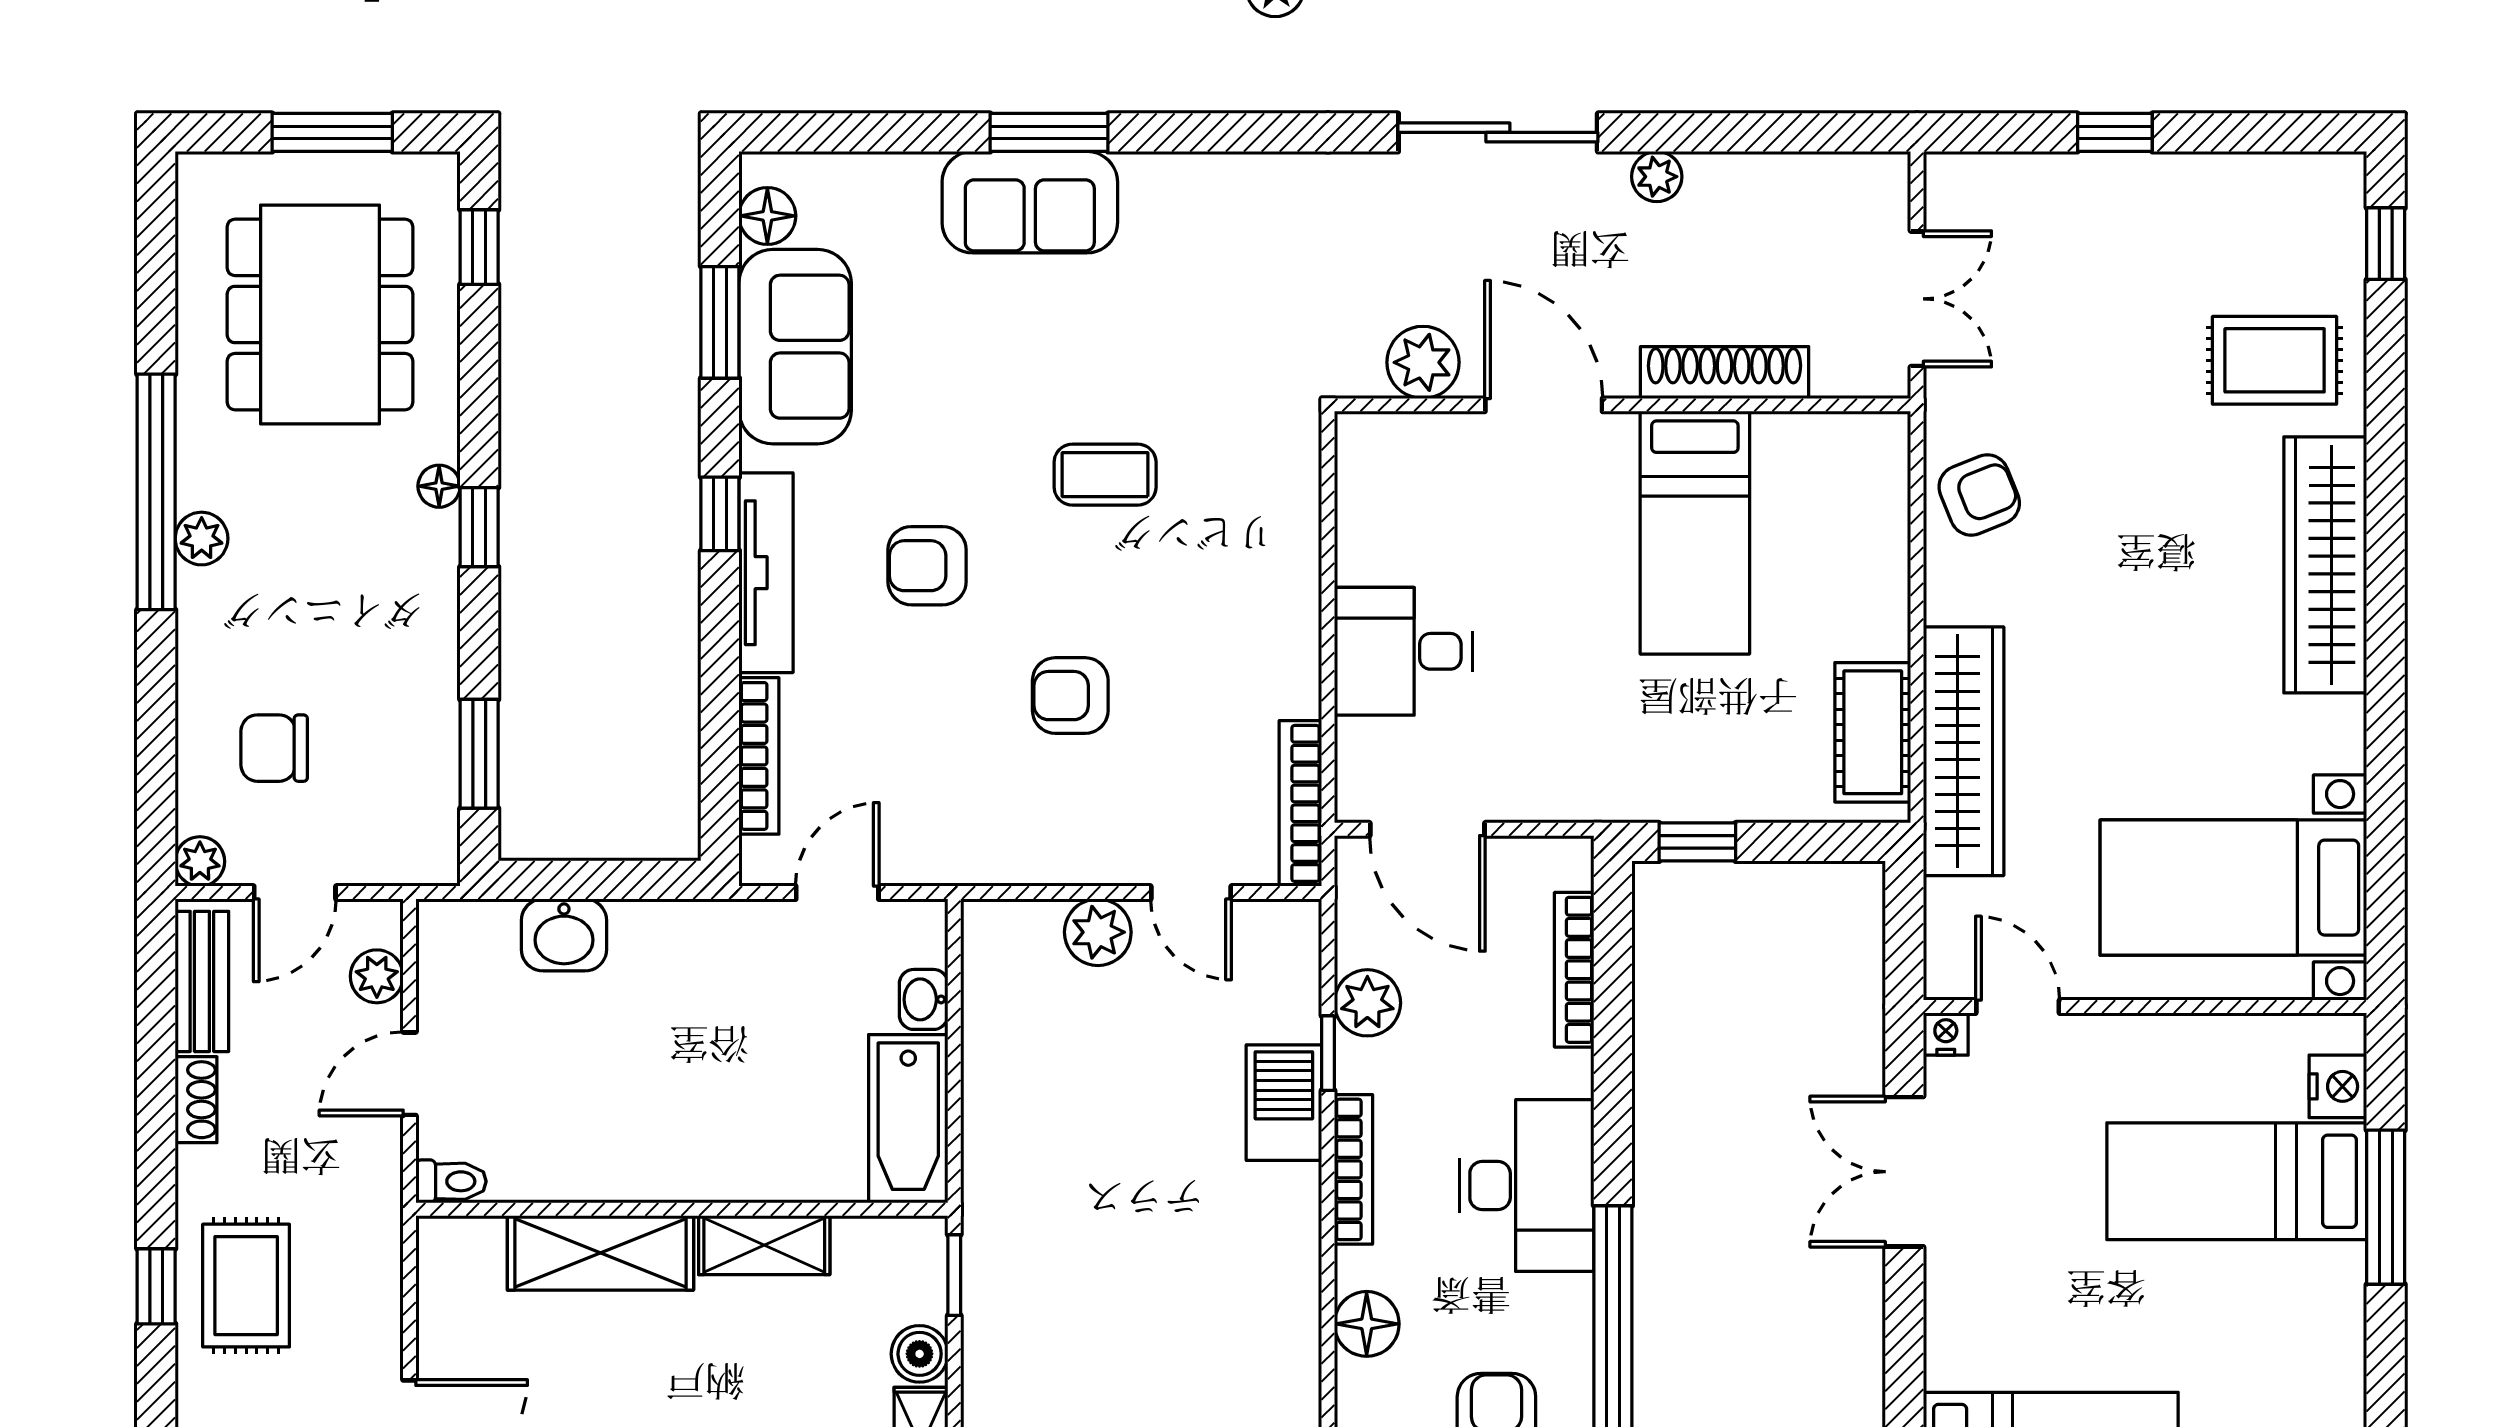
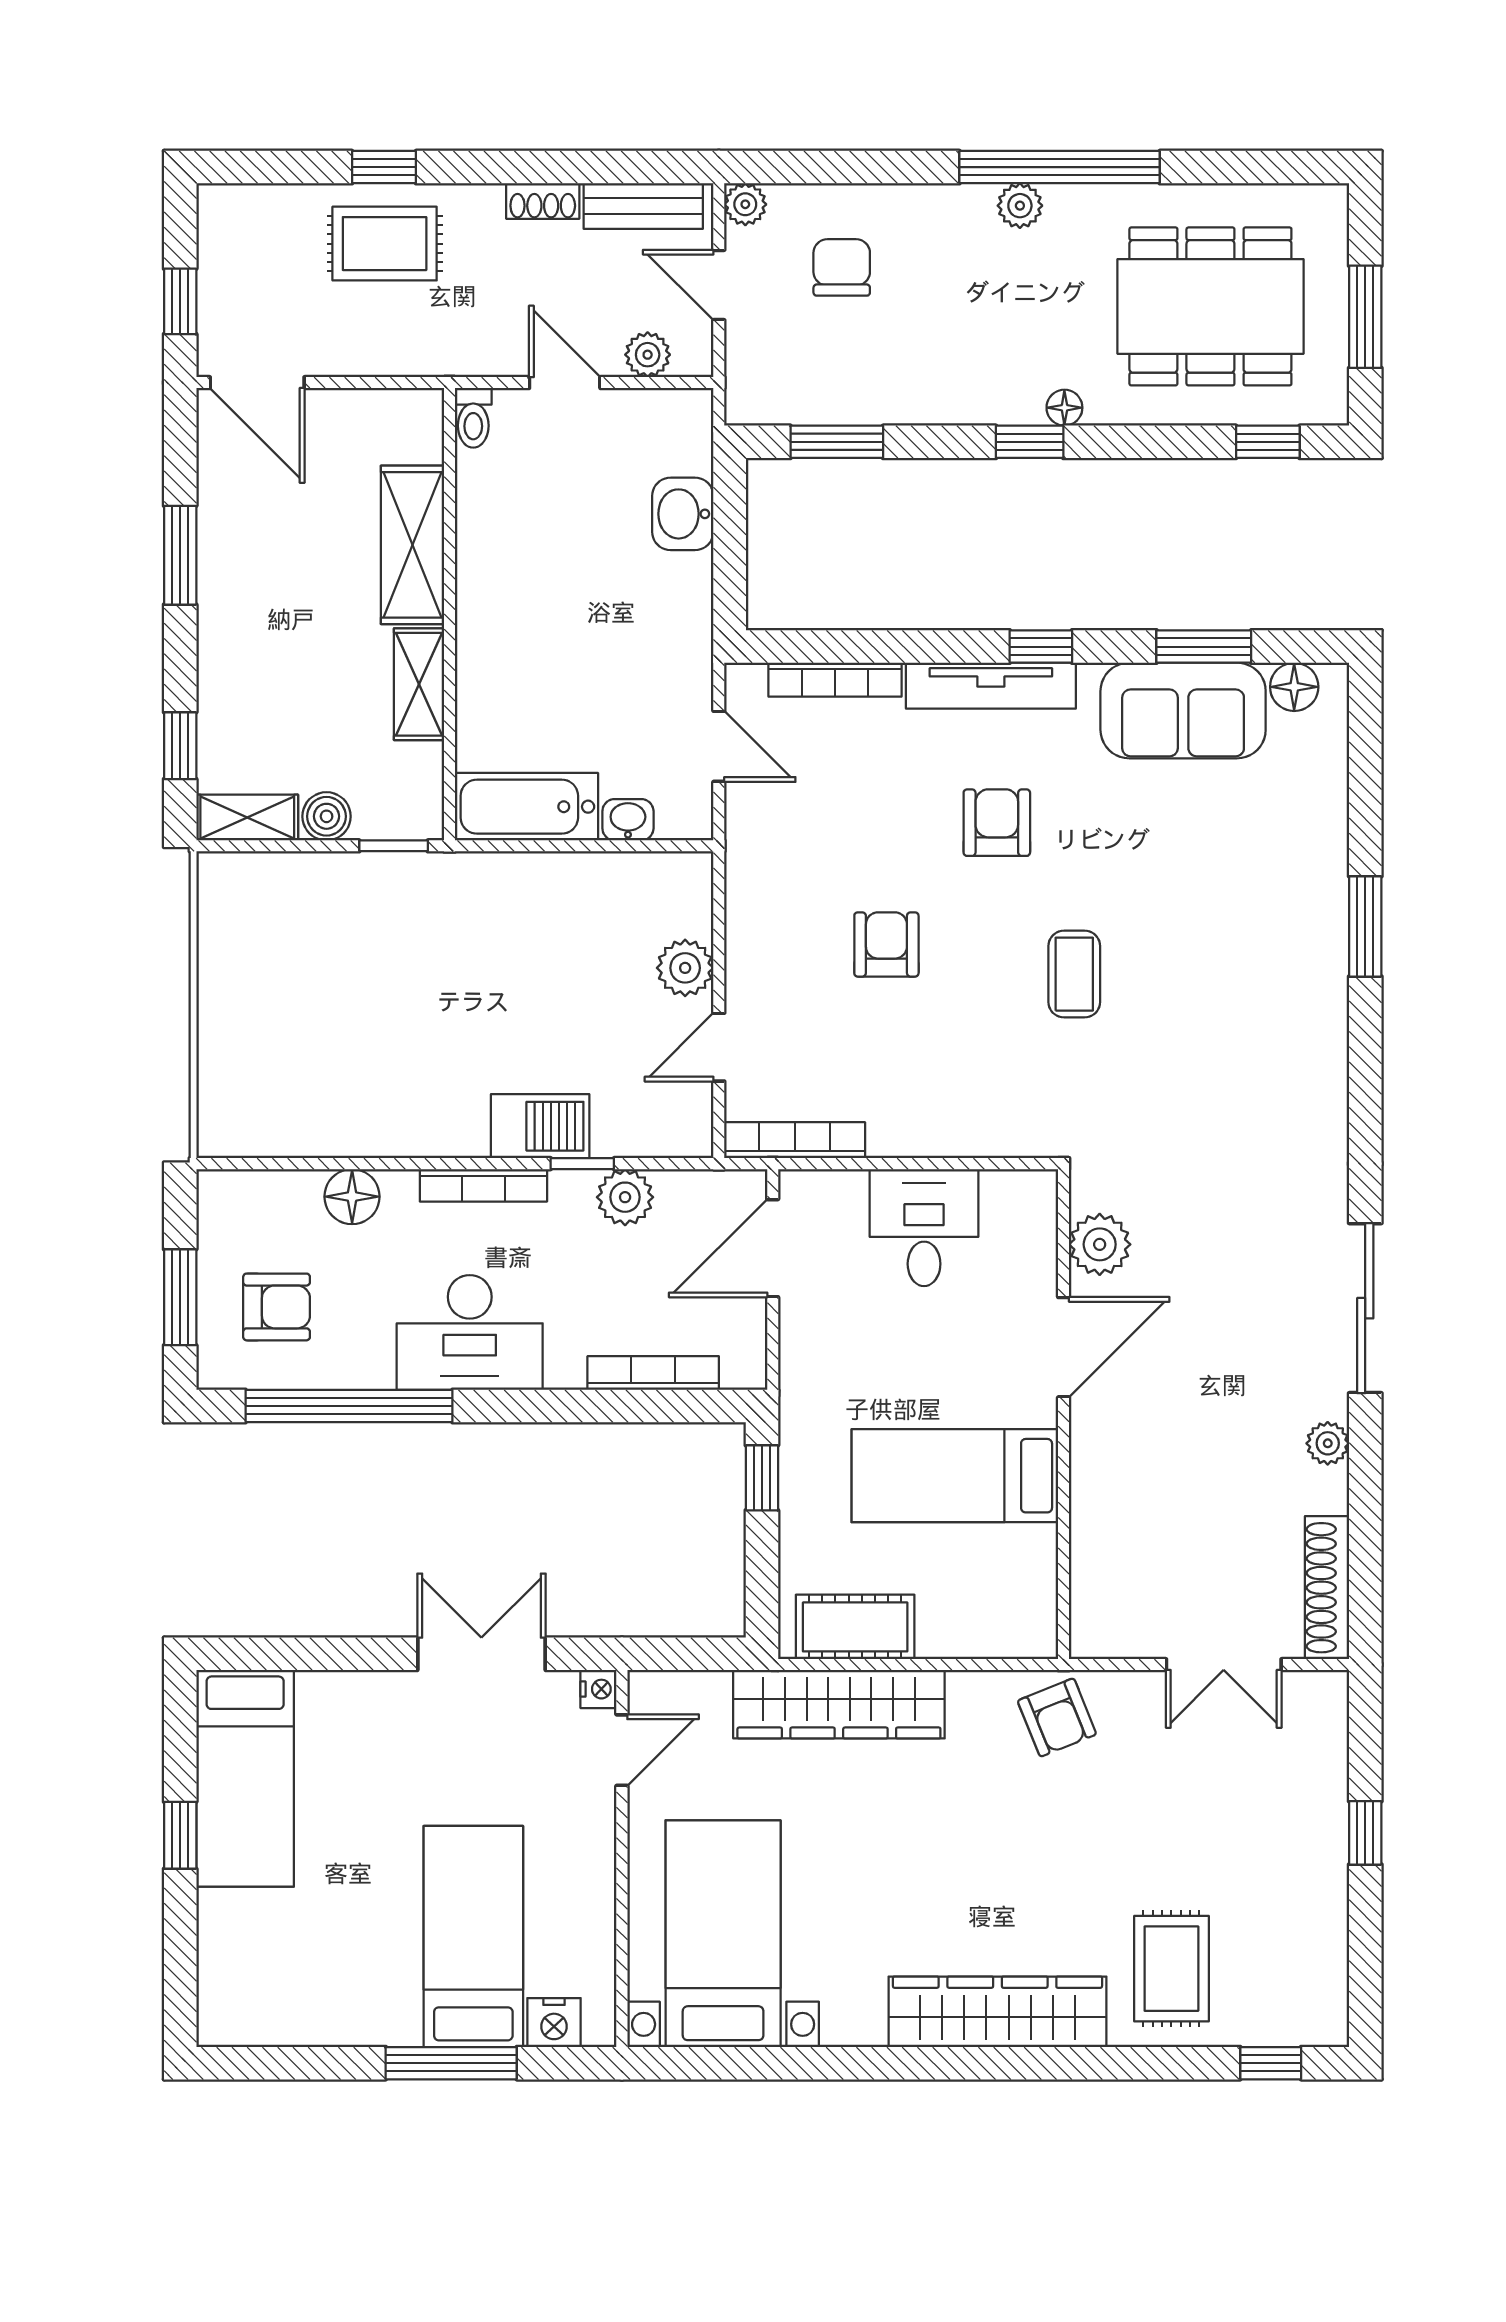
sofa: (1030, 202) -> (1306, 910), removed
plant: (1423, 362) -> (1100, 1244), moved
shoe rack: (1725, 373) -> (1327, 1588), moved, turned 180
door: (1544, 405) -> (1064, 1347), moved
wall: (1622, 405) -> (1064, 1414), moved
bed: (1695, 533) -> (955, 1476), moved

